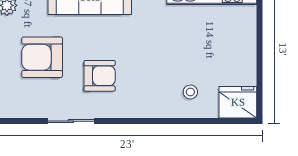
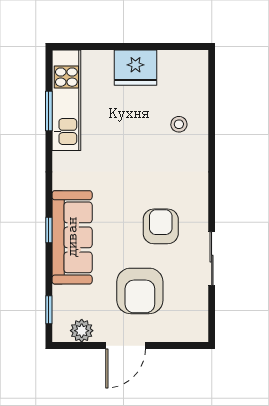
fridge: (238, 102) -> (135, 68), moved, turned -90

